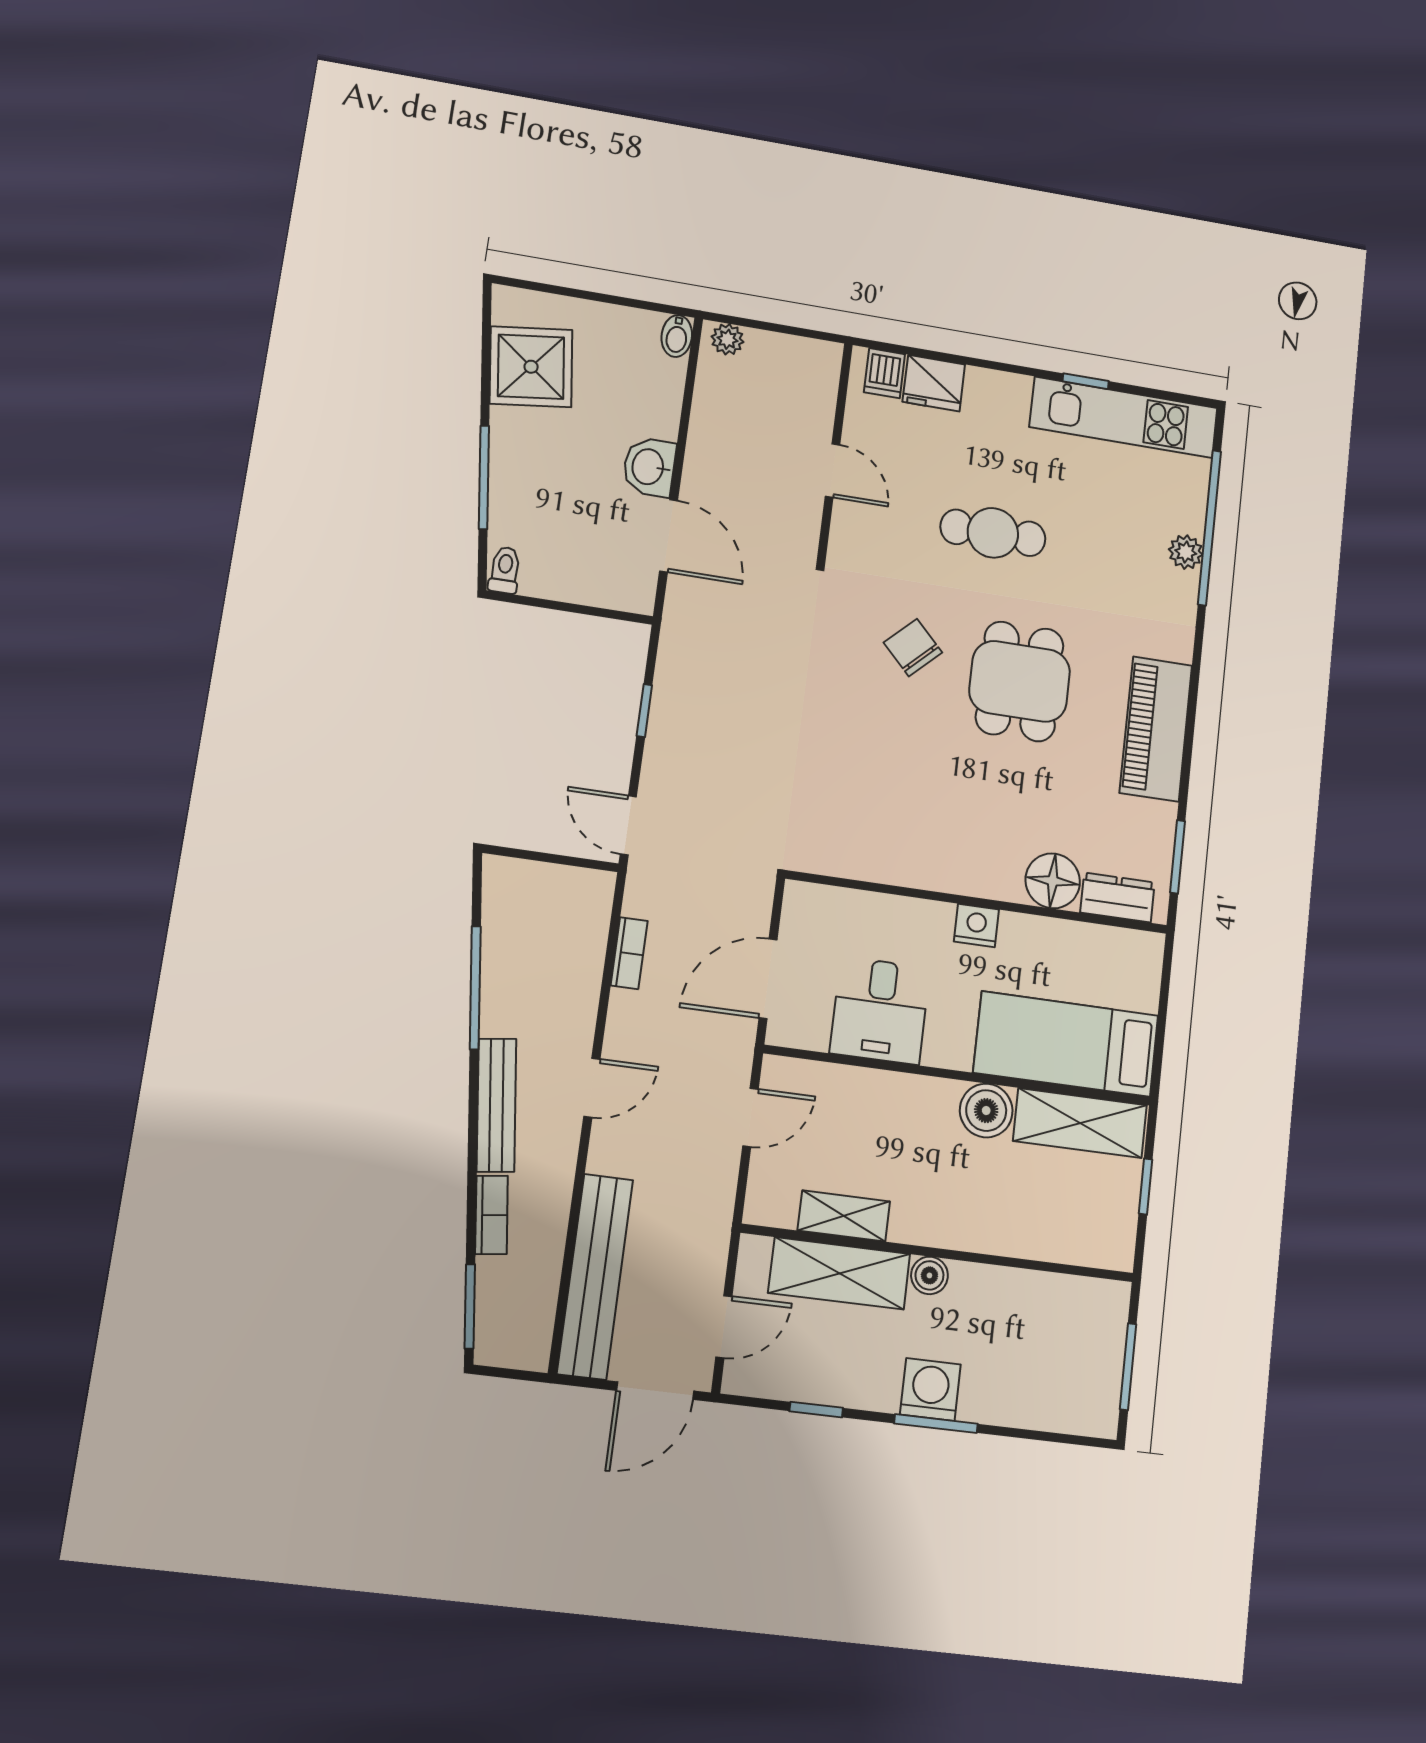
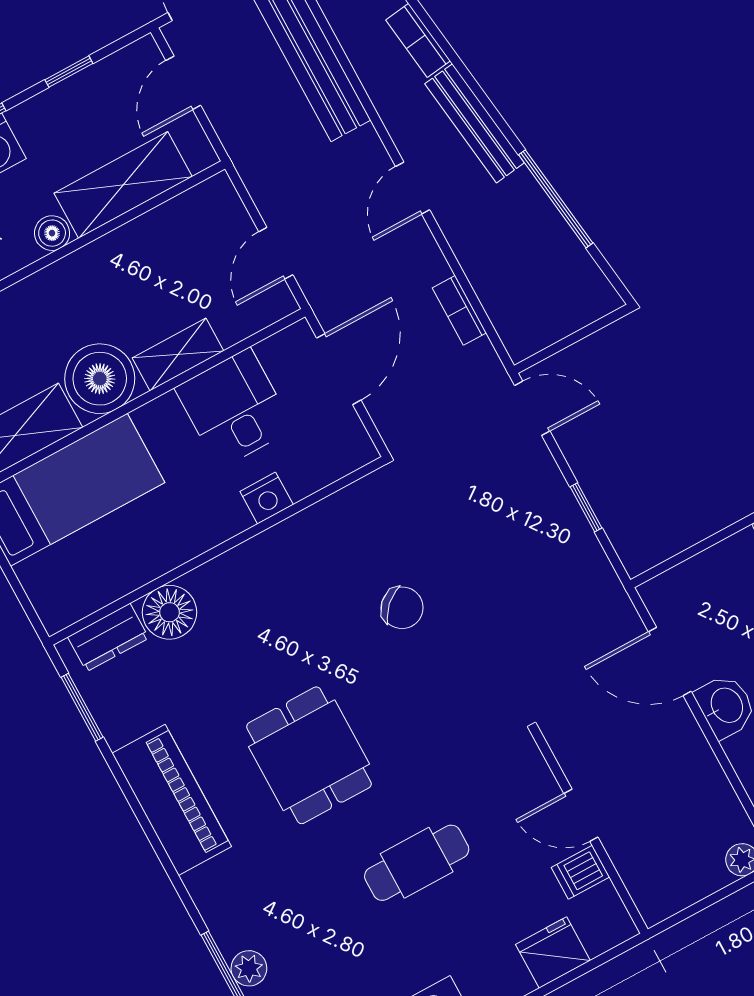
dishwasher: (884, 373) -> (580, 872), moved, turned -90
chair: (913, 647) -> (402, 608), moved
nightstand: (976, 926) -> (267, 498), moved
boiler: (986, 1111) -> (100, 379), width x1.37, depth x1.37
shelving: (844, 1216) -> (178, 354), moved

